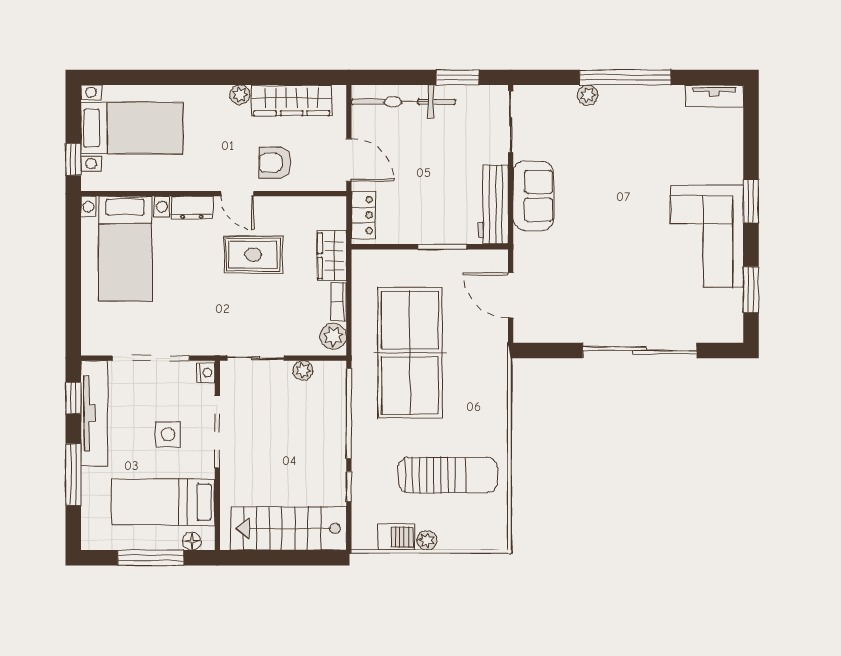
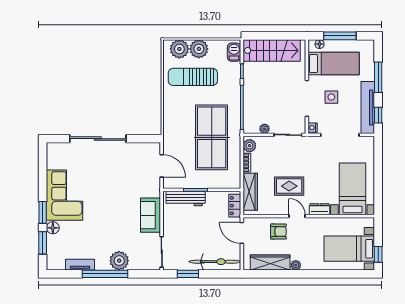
plant: (588, 95) -> (119, 261), width x1.88, depth x1.88
tv unit: (714, 96) -> (80, 265), moved
window: (73, 159) -> (378, 254), moved
floor lamp: (731, 170) -> (53, 228), added
workbench: (493, 205) -> (186, 199), moved, turned 90
wardrobe: (332, 256) -> (250, 192), width x1.50
window: (751, 290) -> (43, 243), moved
plant: (475, 531) -> (179, 49), added
barbecue: (396, 537) -> (234, 52), moved, turned 90
plant: (427, 540) -> (199, 49), width x1.87, depth x1.87

